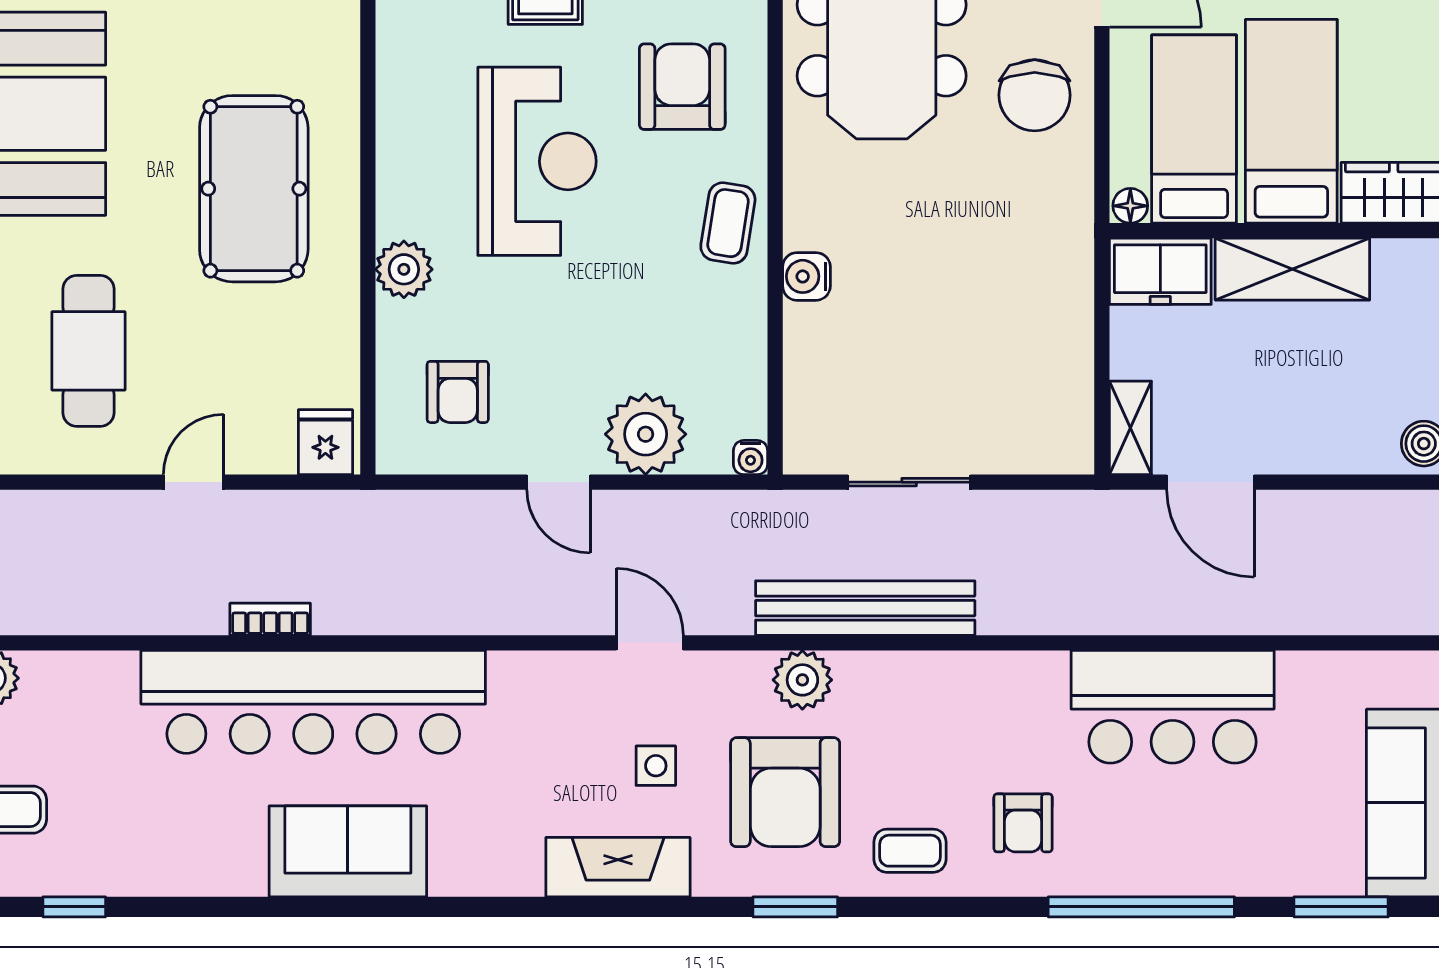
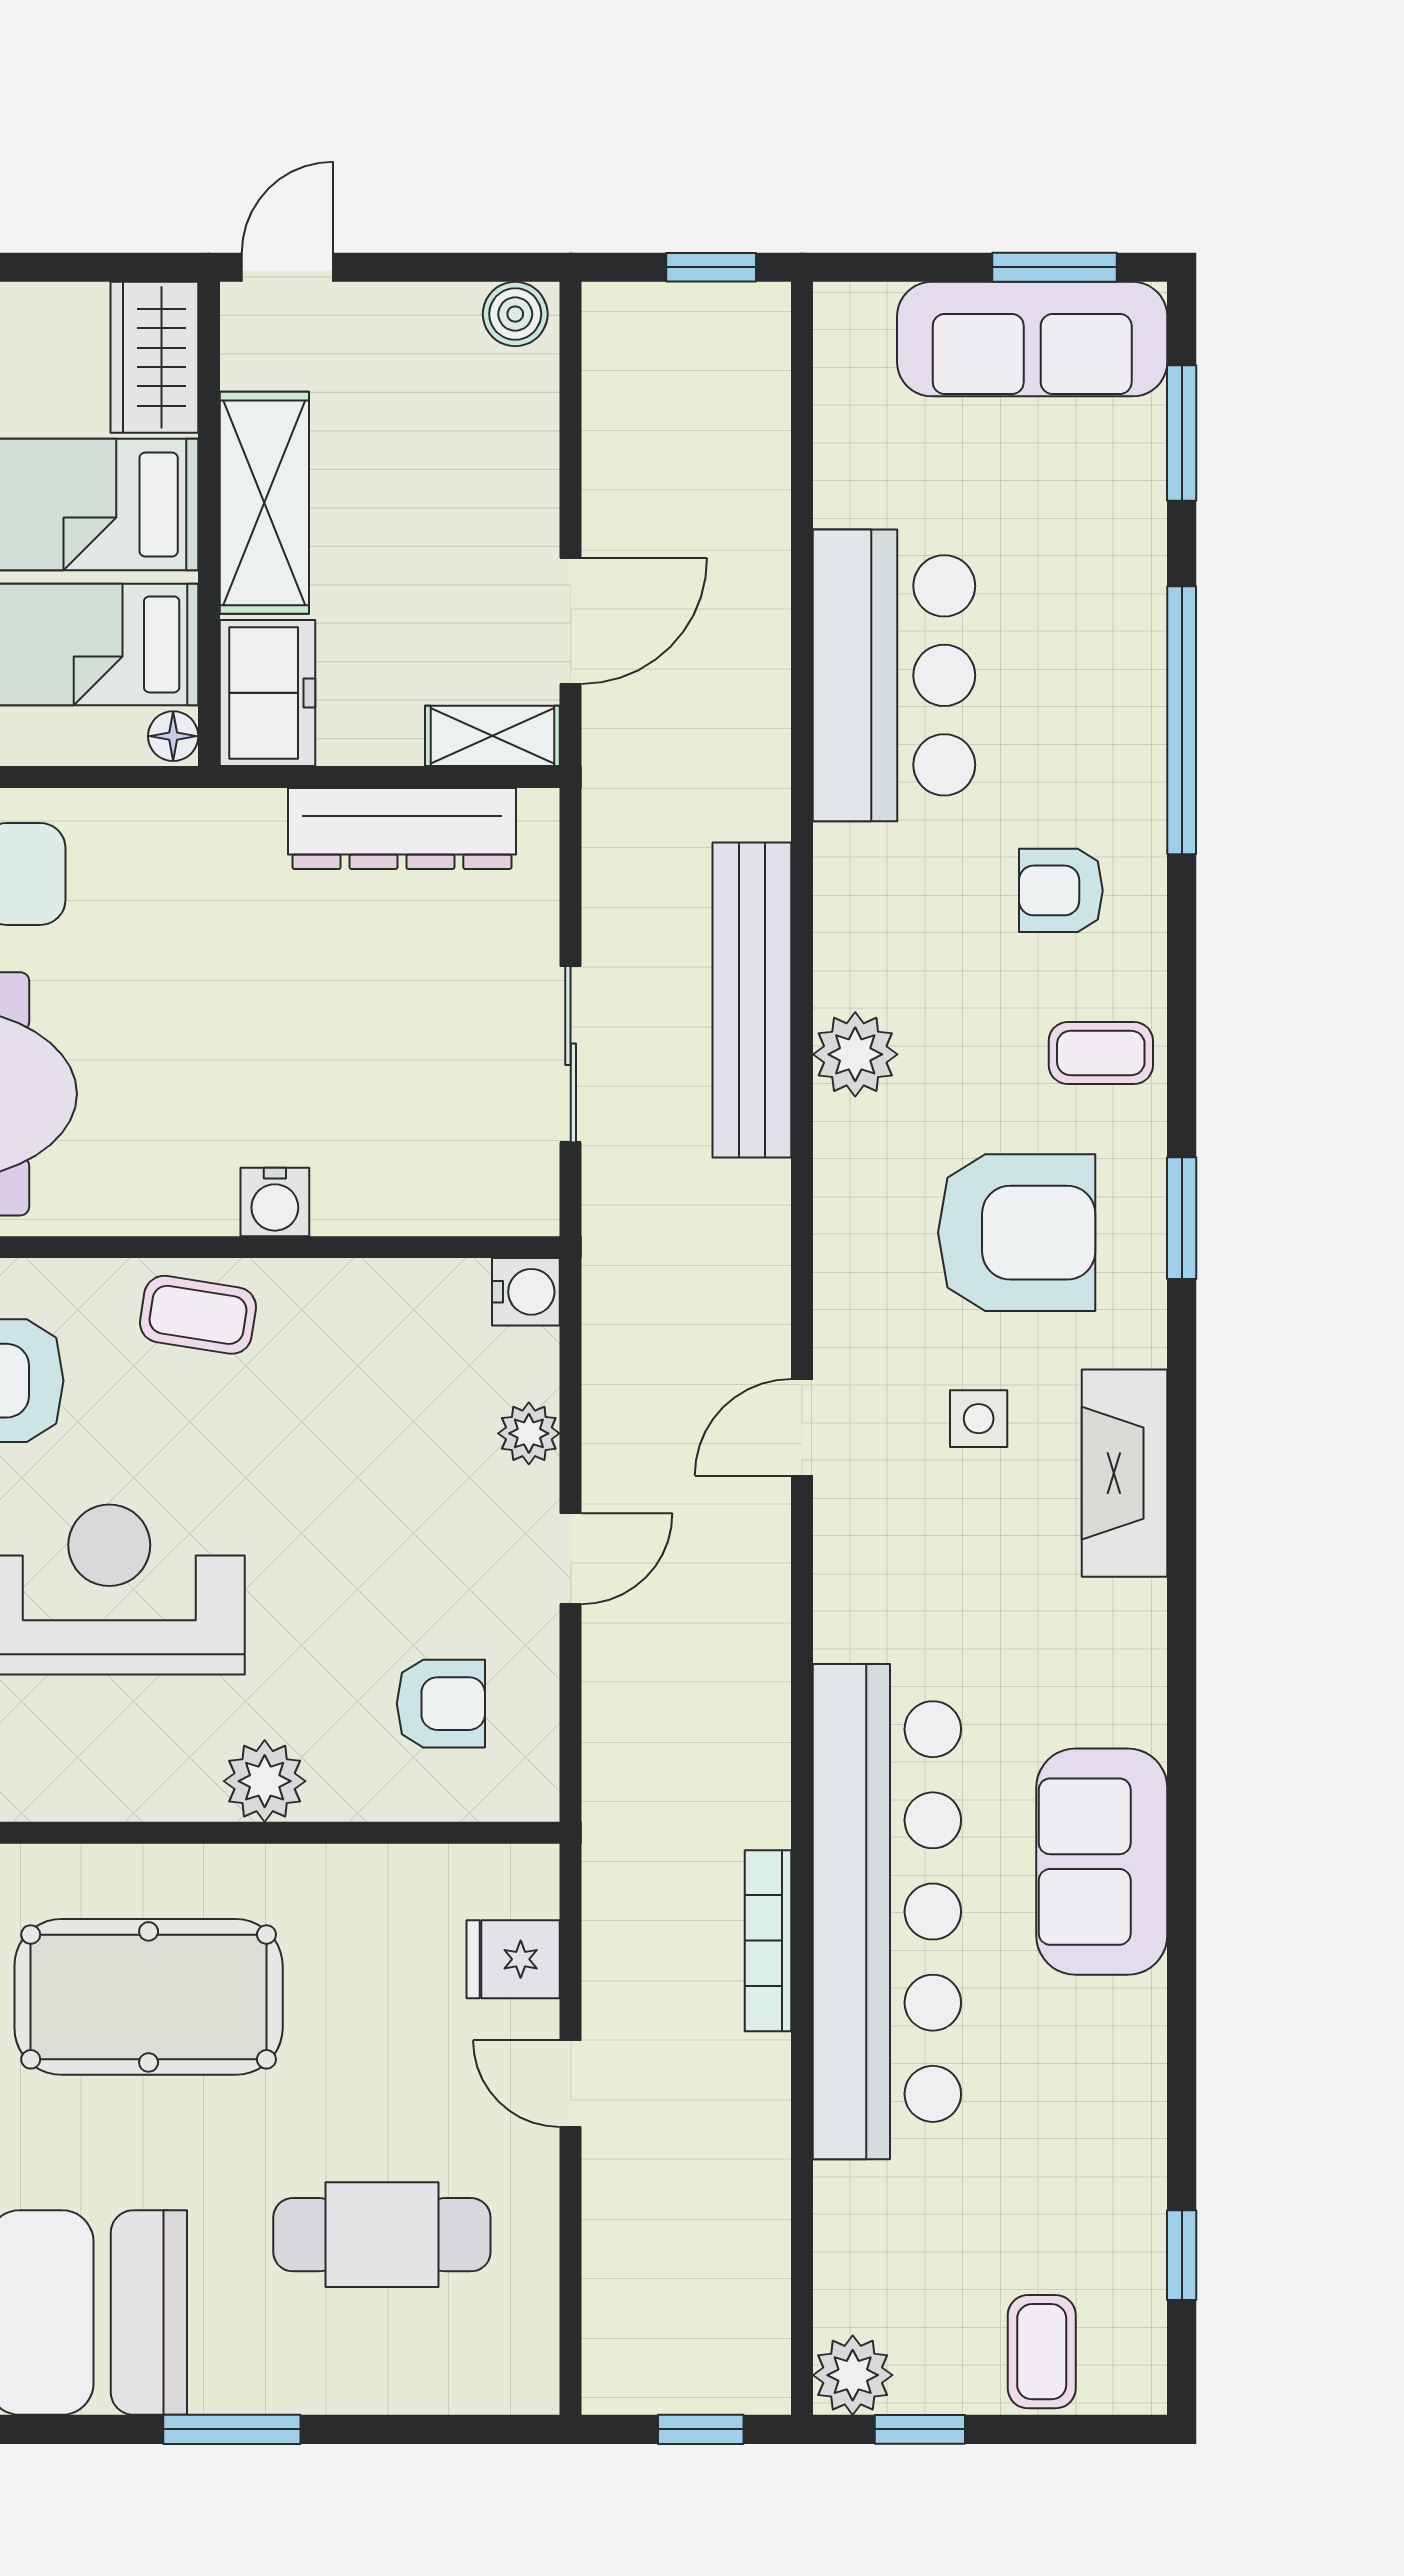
dresser: (1066, 365) -> (402, 829), added
plant: (646, 434) -> (529, 1433), width x0.53, depth x0.53
fridge: (325, 442) -> (513, 1959), moved
water cooler: (751, 458) -> (526, 1292), width x1.38, depth x1.38
bench: (865, 608) -> (752, 1000), moved
bookcase: (270, 619) -> (768, 1941), width x1.56
plant: (802, 680) -> (855, 1054), moved
armchair: (1023, 823) -> (1061, 890), turned 180
coffee table: (910, 851) -> (1101, 1053), turned 90

